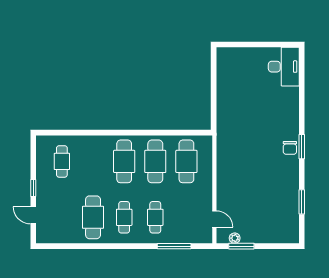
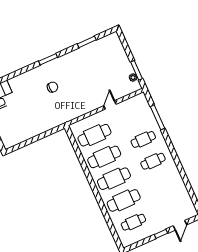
chair: (290, 148) -> (53, 87), moved
cafe table: (93, 217) -> (124, 200), moved
door: (214, 219) -> (110, 105), moved

